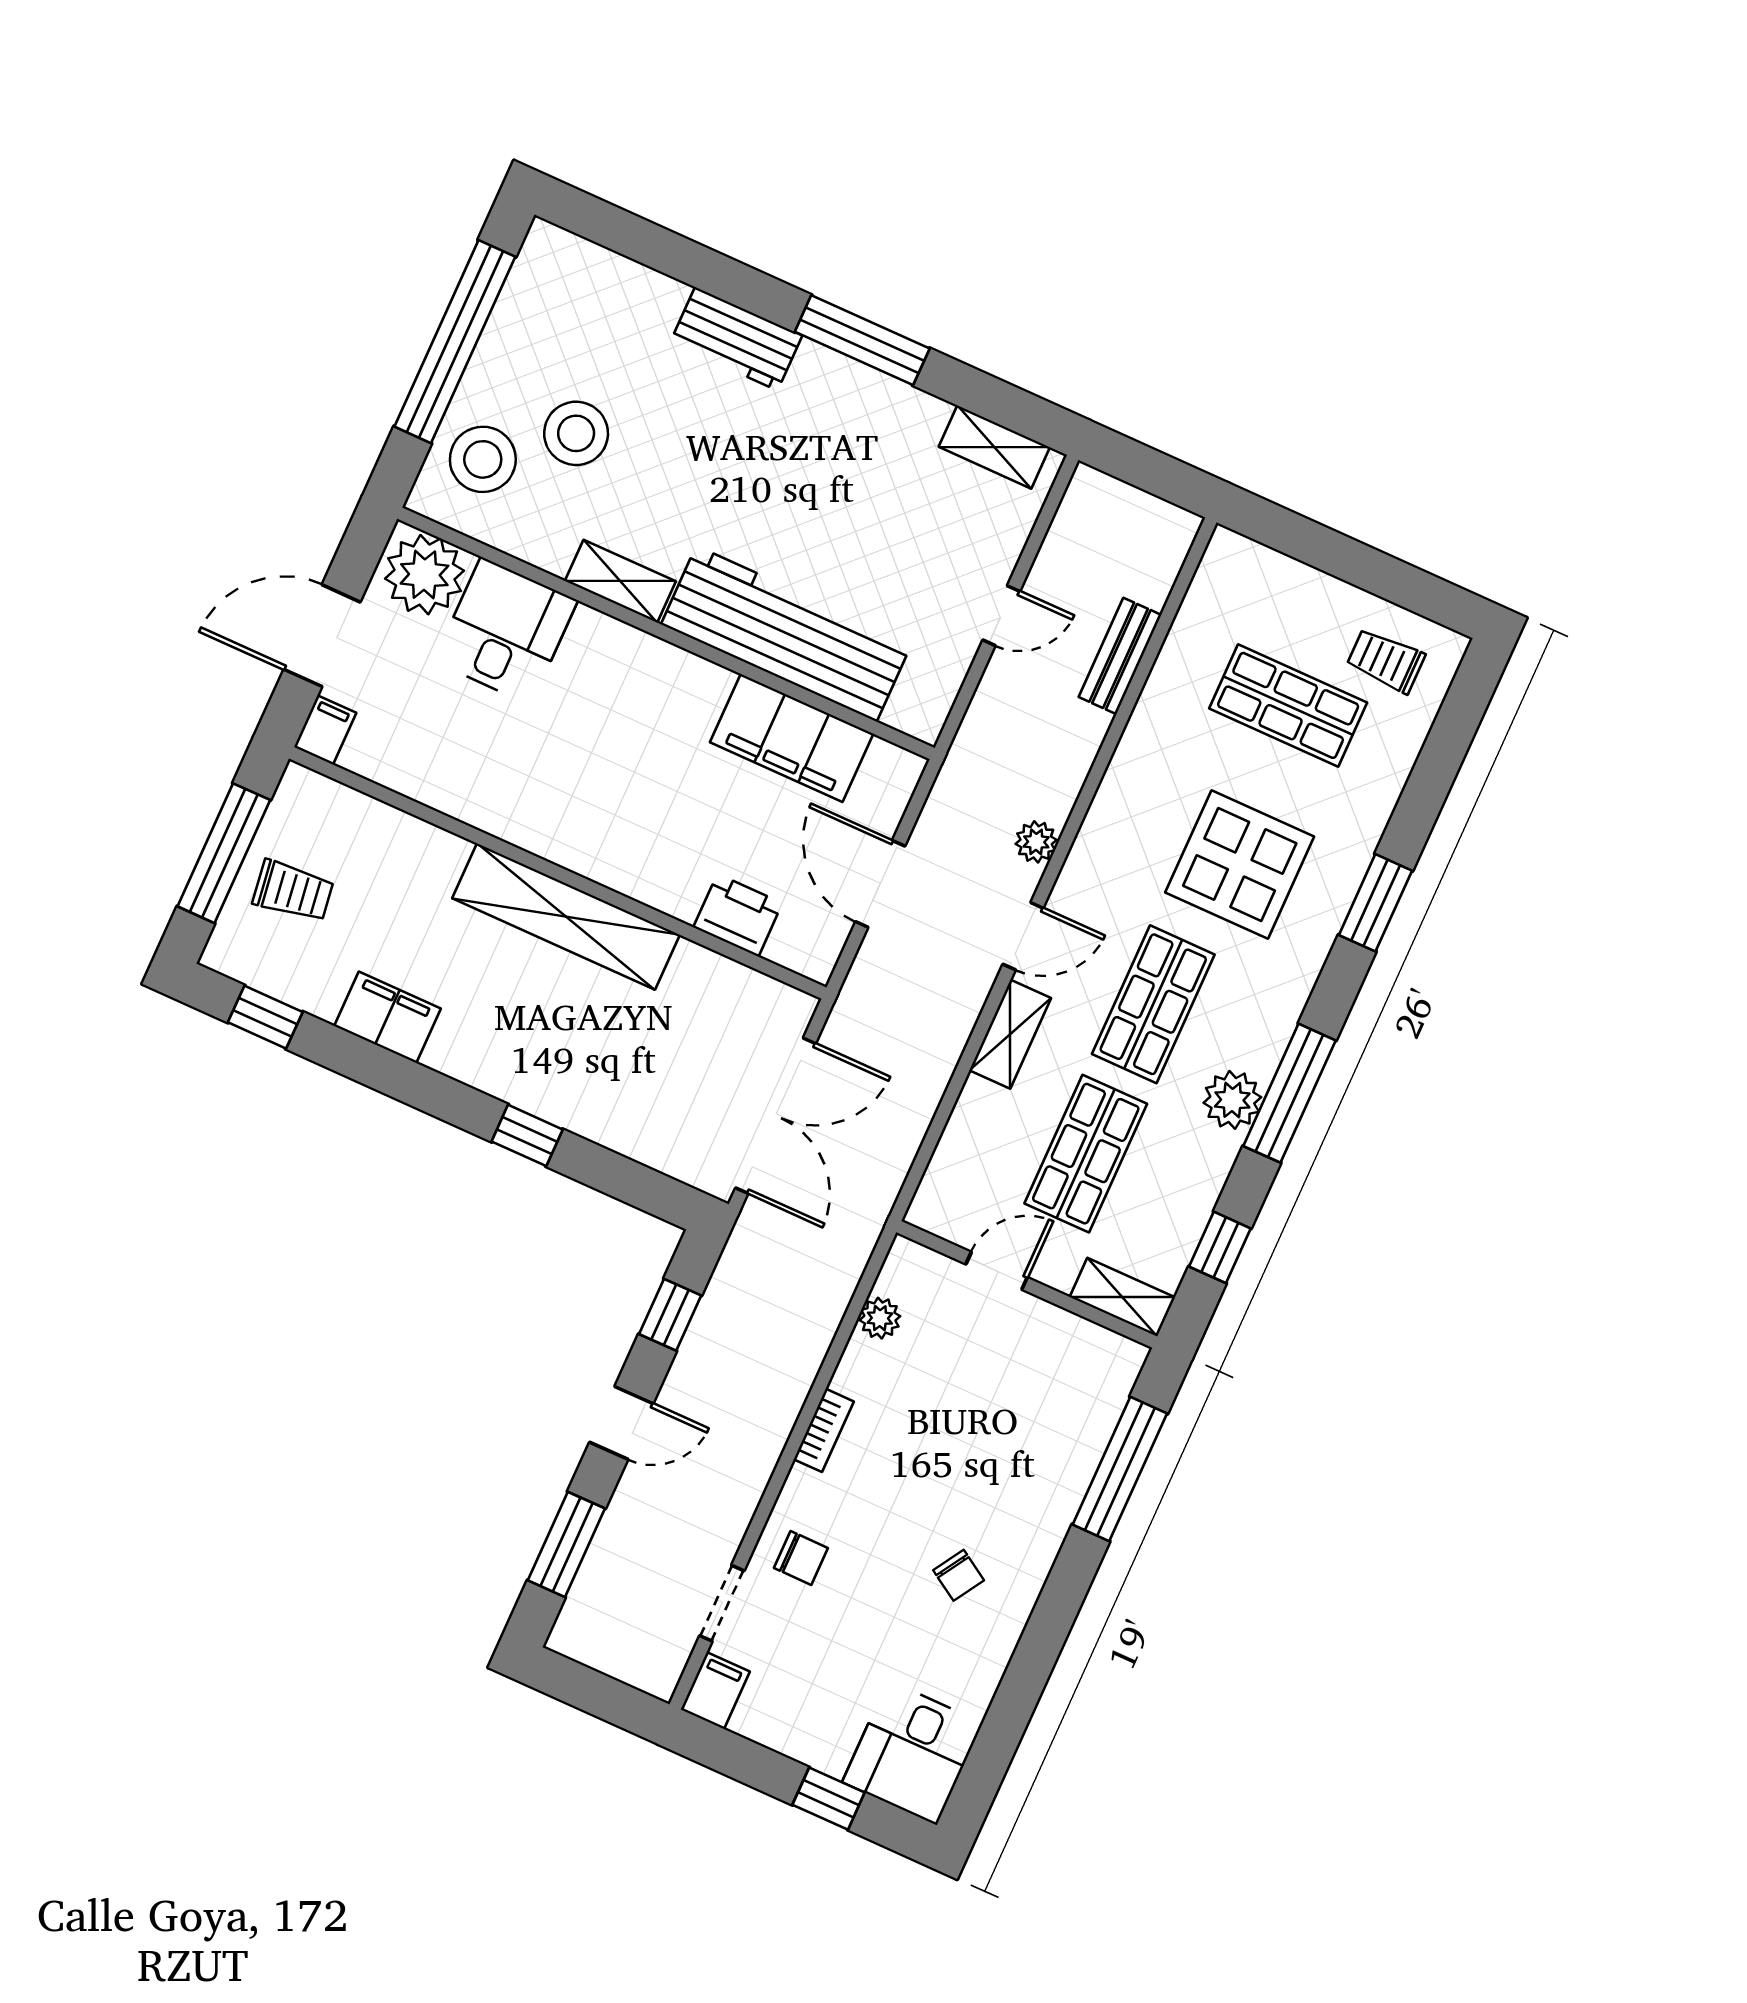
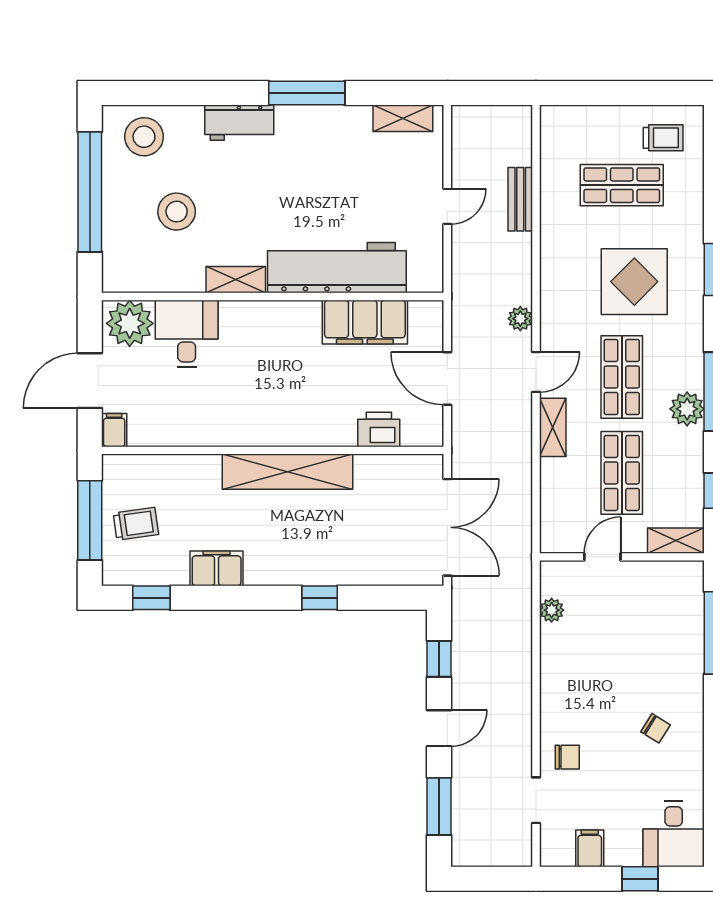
stool: (483, 459) -> (144, 137), moved
trolley: (1386, 661) -> (663, 138), turned 180
bookcase: (824, 1430) -> (549, 684), removed
filing cabinet: (715, 1690) -> (590, 848), moved

